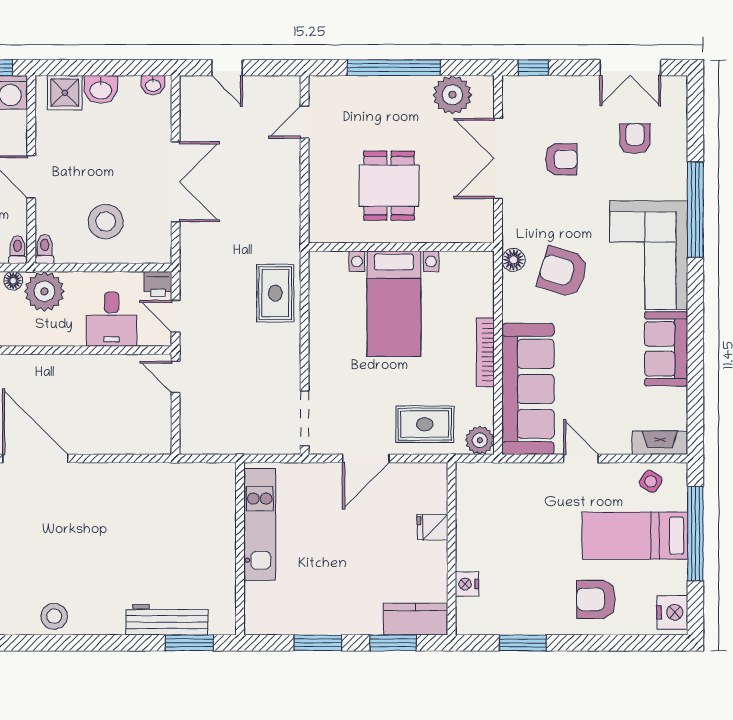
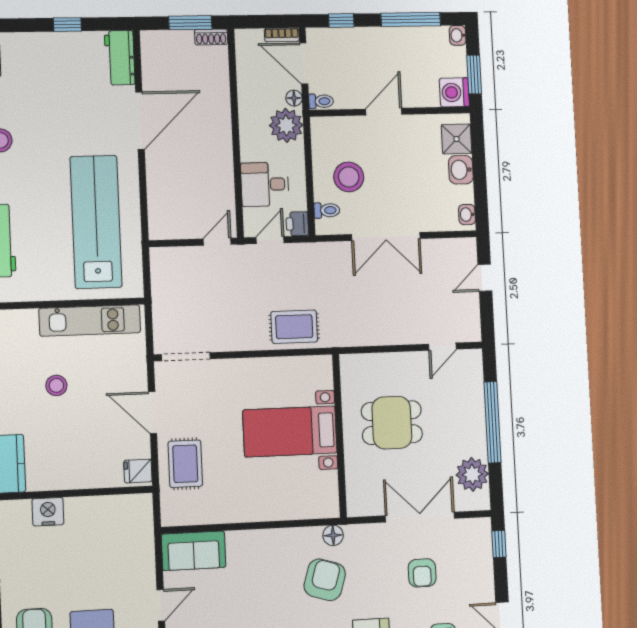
door: (305, 122) -> (442, 347), swing flipped
toilet: (45, 249) -> (327, 210), moved
bookcase: (485, 352) -> (251, 515), removed
sofa: (528, 389) -> (194, 551), width x0.54, depth x0.79
plant: (480, 440) -> (173, 514), removed
lab bench: (149, 513) -> (96, 222), added
fridge: (432, 527) -> (138, 471), moved, turned -90
stool: (331, 565) -> (56, 385), added
nightstand: (467, 584) -> (48, 512), width x1.36, depth x1.33

